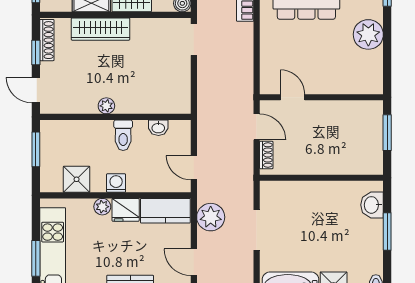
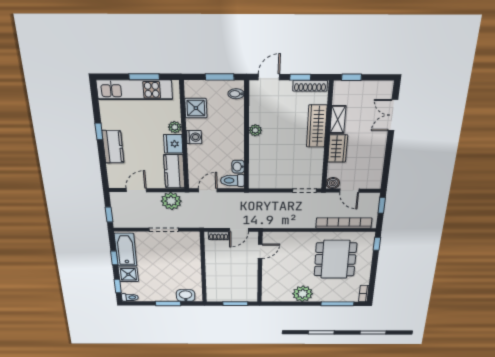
bidet: (57, 130) -> (236, 94), added
toilet: (123, 135) -> (232, 180), moved
window: (36, 258) -> (144, 77), moved

